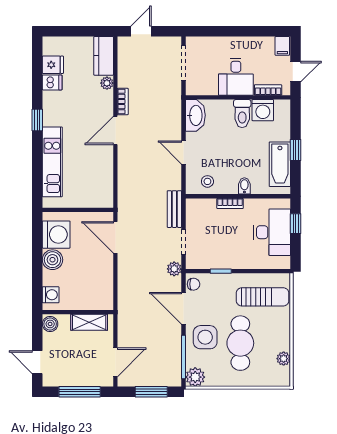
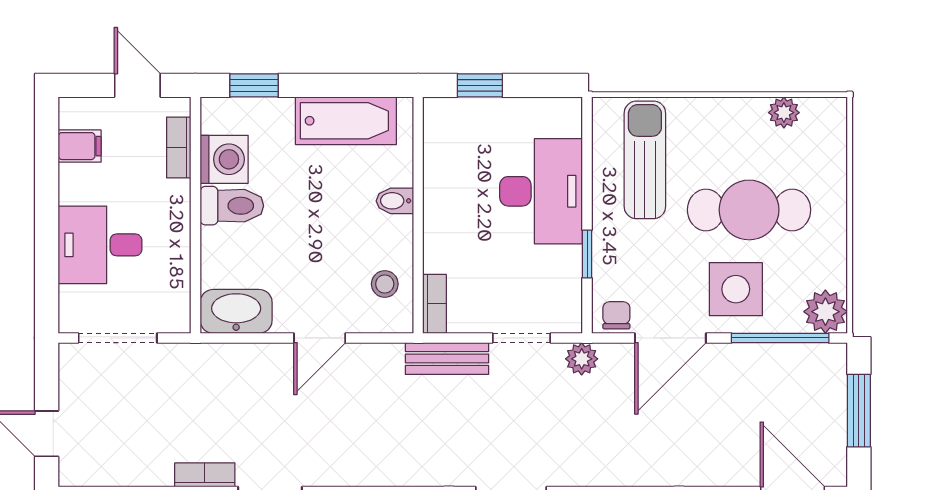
filing cabinet: (282, 46) -> (80, 146), moved
desk: (236, 77) -> (100, 245), moved, turned 180
window: (296, 150) -> (254, 85), moved
bookcase: (230, 203) -> (435, 304), moved
desk: (272, 232) -> (541, 191), moved, turned 90

